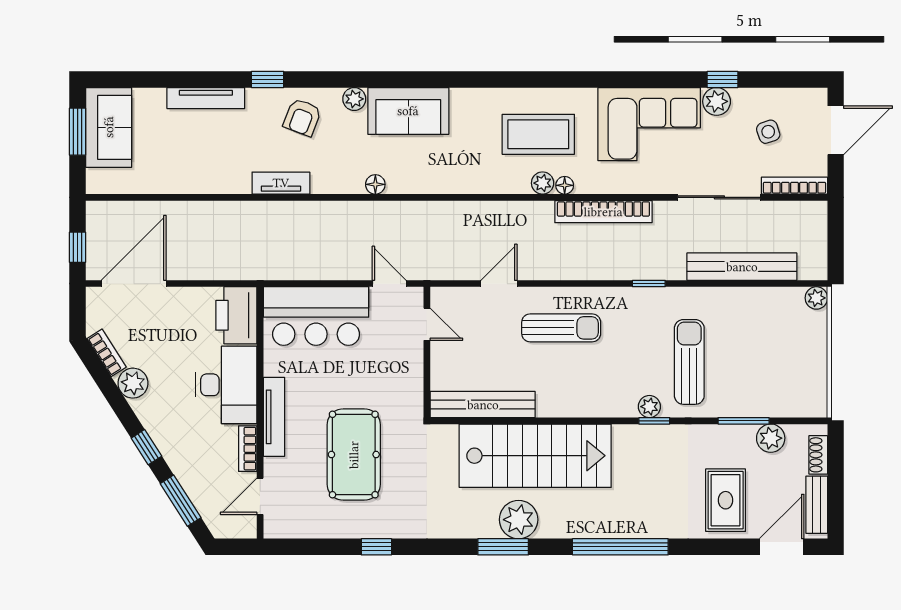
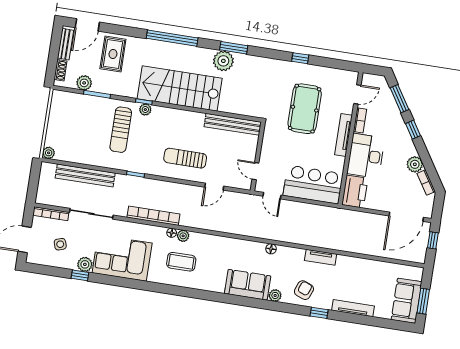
coffee table: (538, 134) -> (181, 262), width x0.73, depth x0.76
stairs: (535, 456) -> (180, 88), moved

